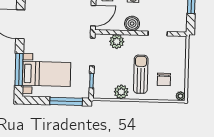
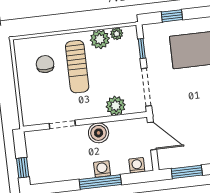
door: (93, 16) -> (152, 136), swing flipped
plant: (180, 96) -> (117, 34), moved
window: (66, 101) -> (172, 16), width x0.46

